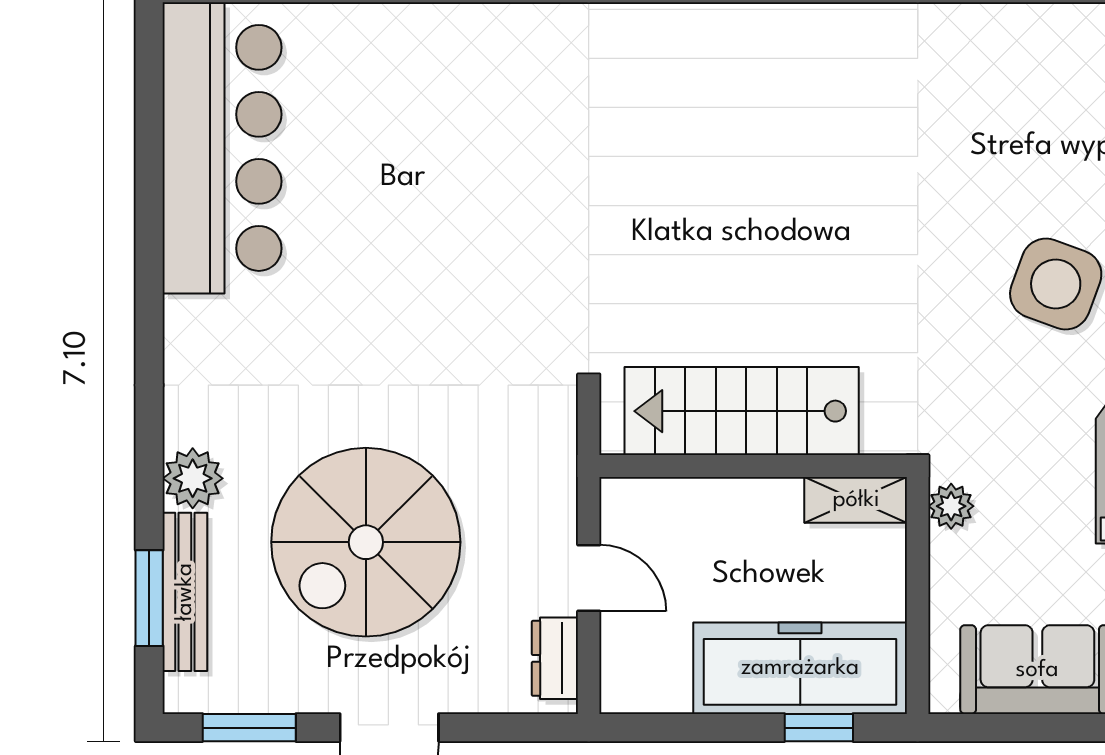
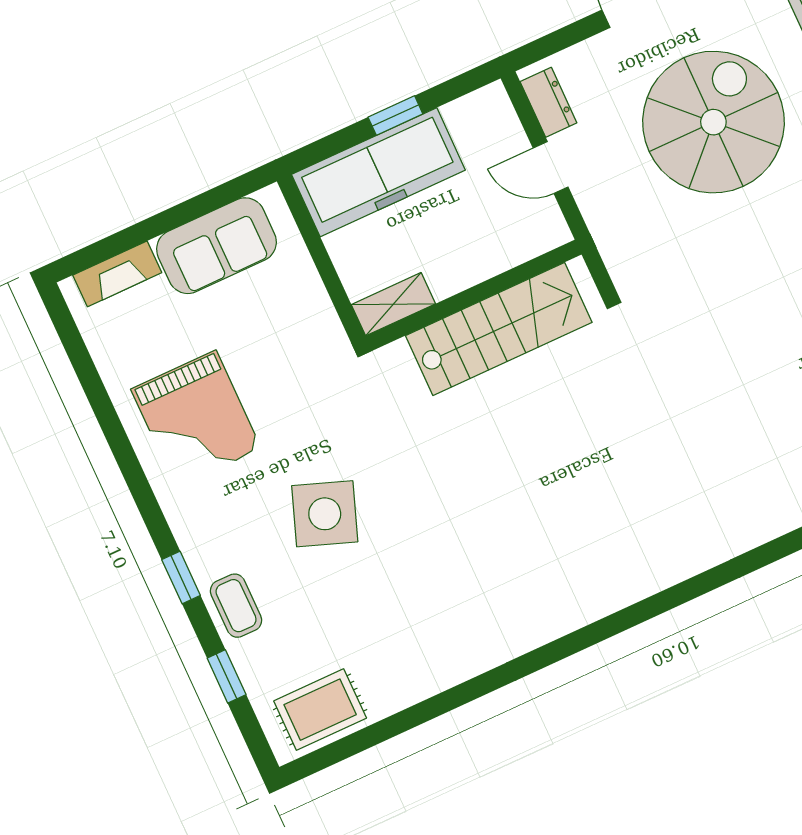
plant: (951, 506) -> (326, 330), removed
window: (819, 728) -> (395, 116), moved

